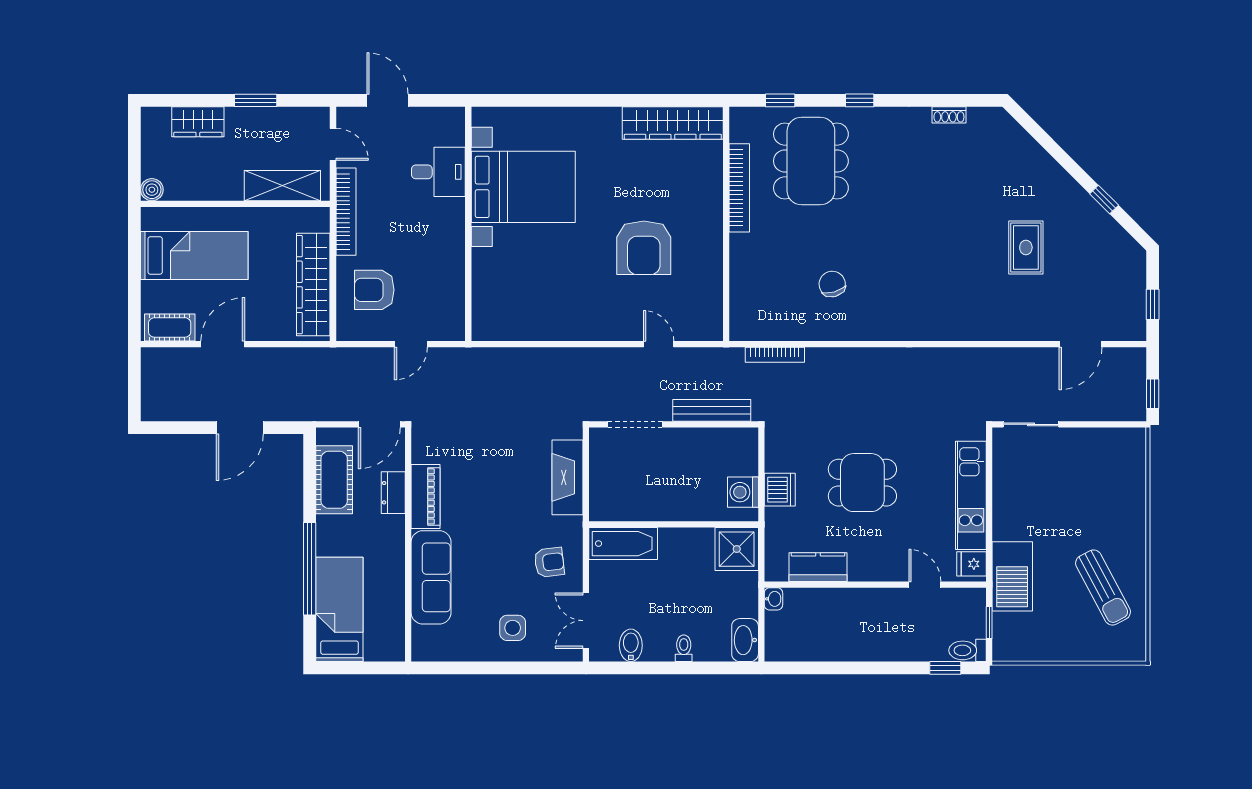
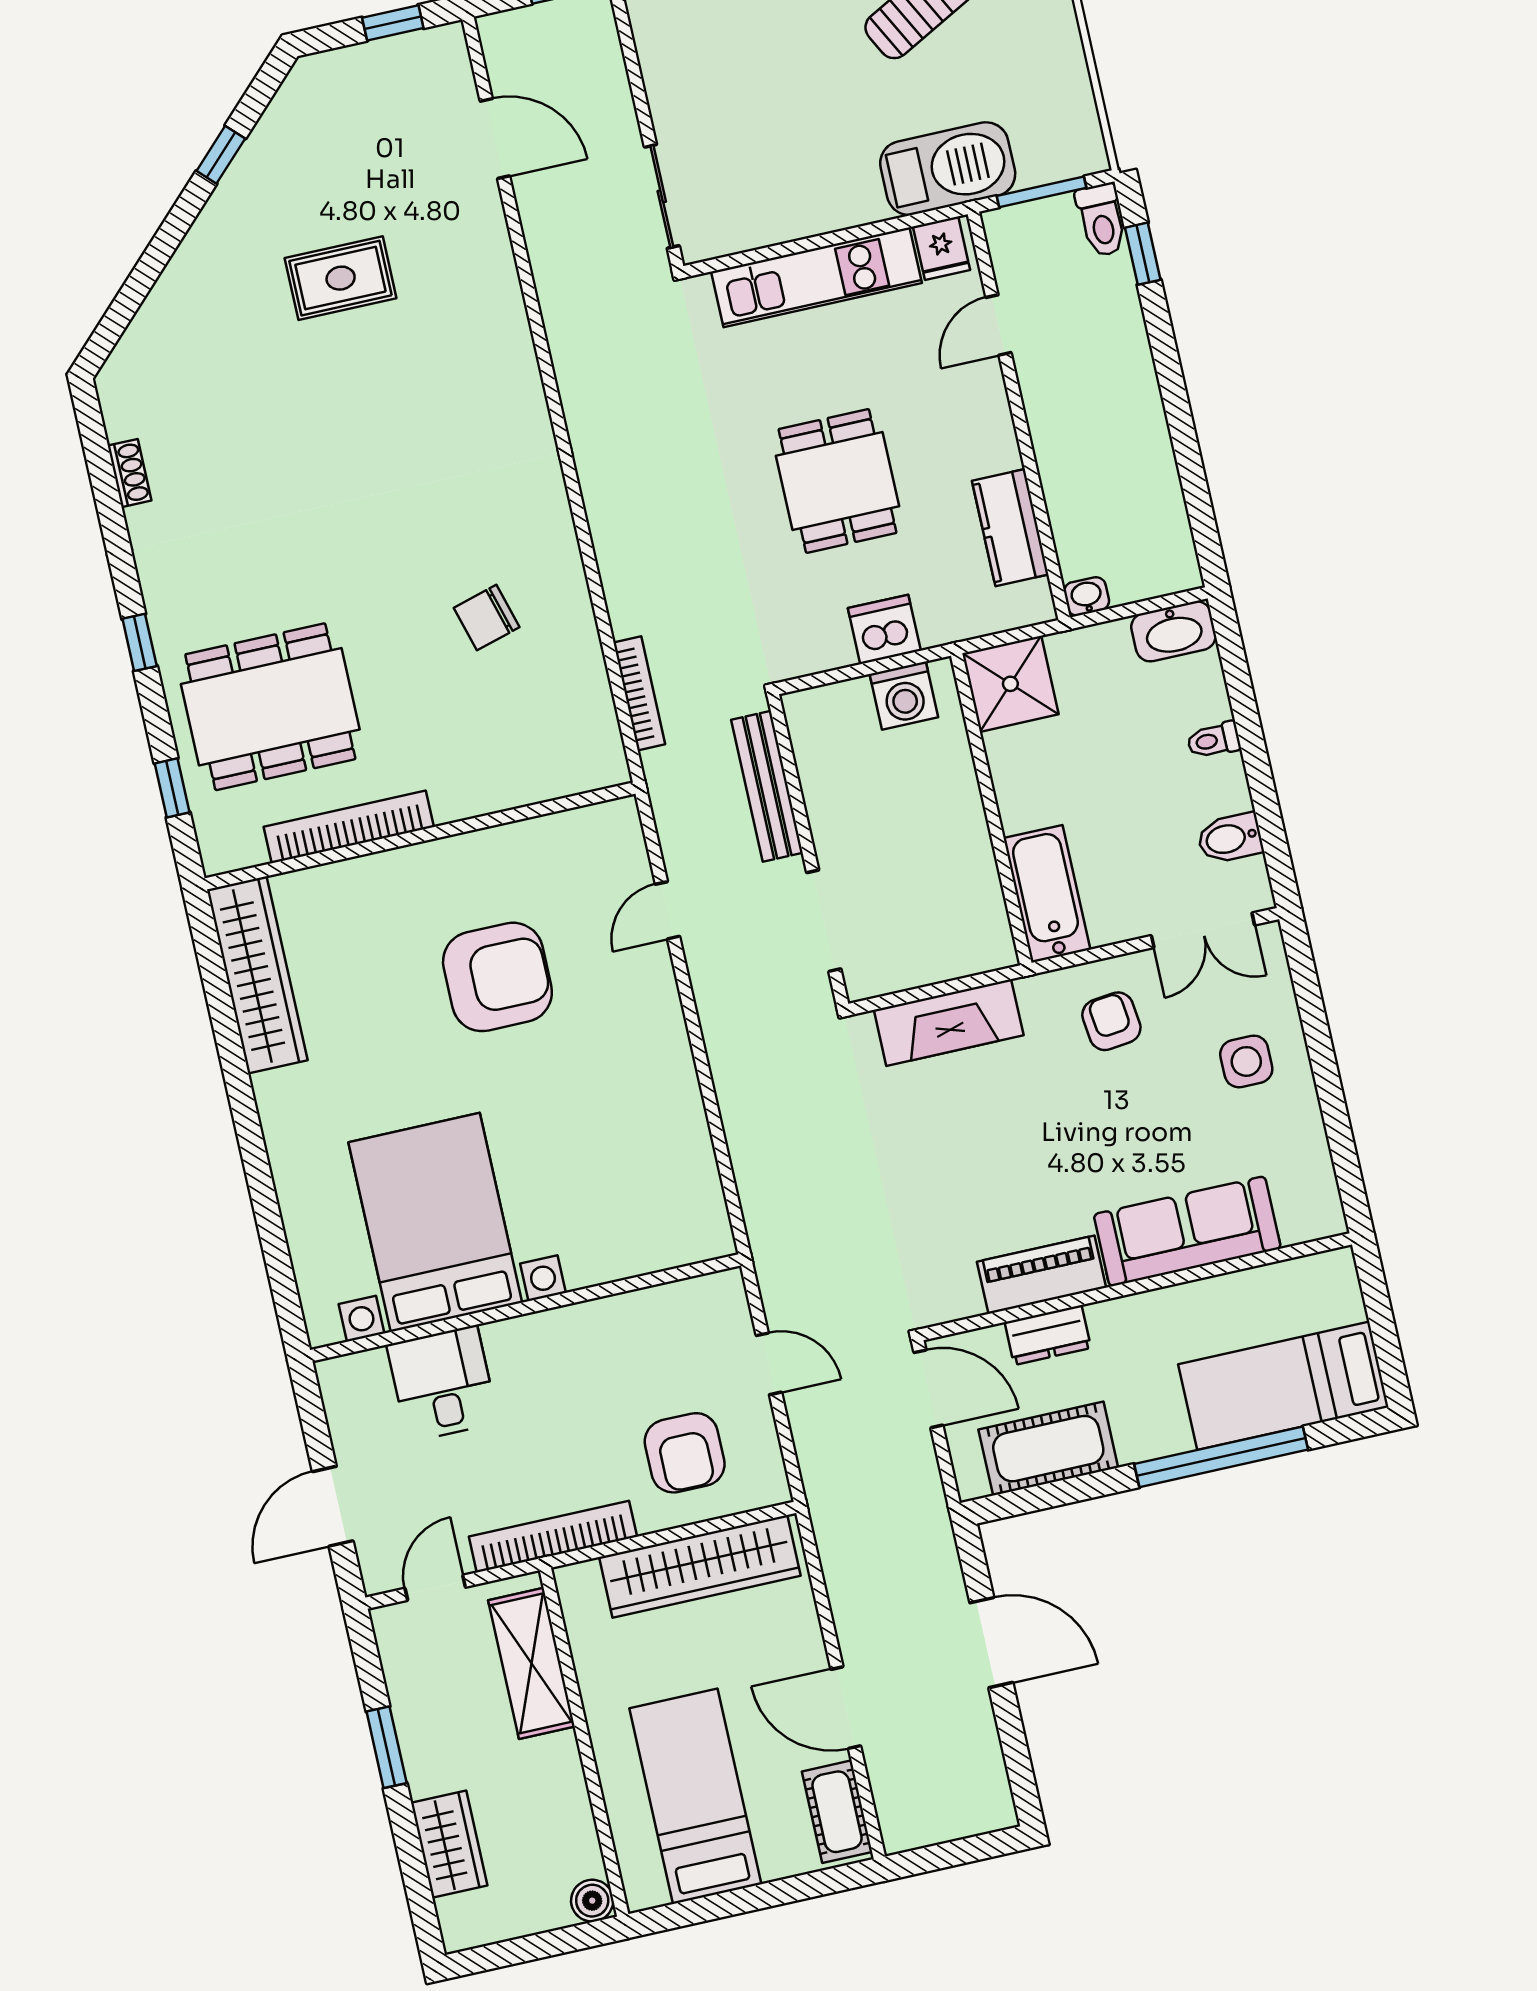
window: (989, 622) -> (1042, 192), width x1.50

